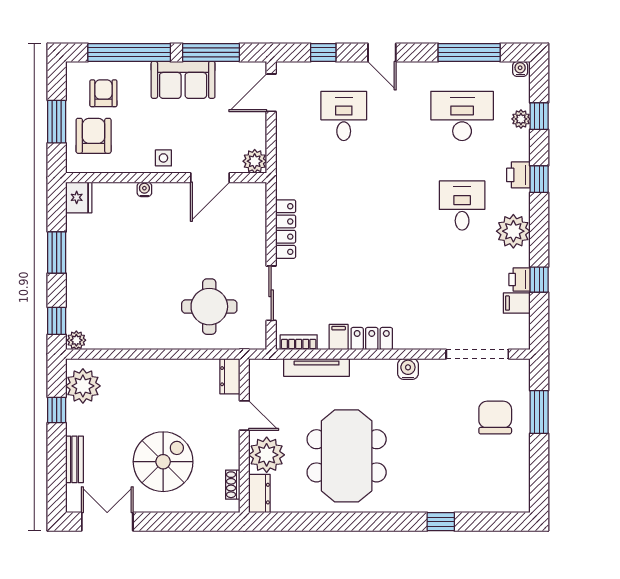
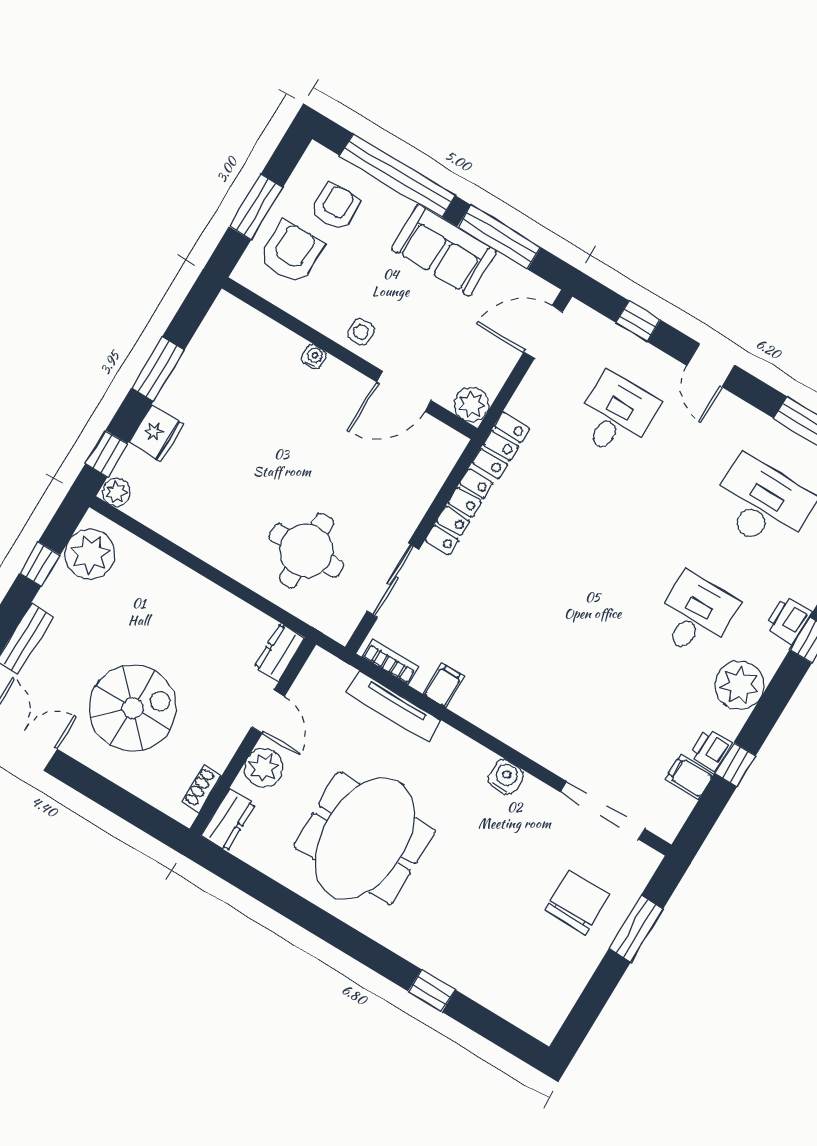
fridge: (79, 197) -> (156, 433), moved
locker: (372, 339) -> (501, 445), moved, turned 90
plant: (267, 455) -> (264, 768), width x0.73, depth x0.73

